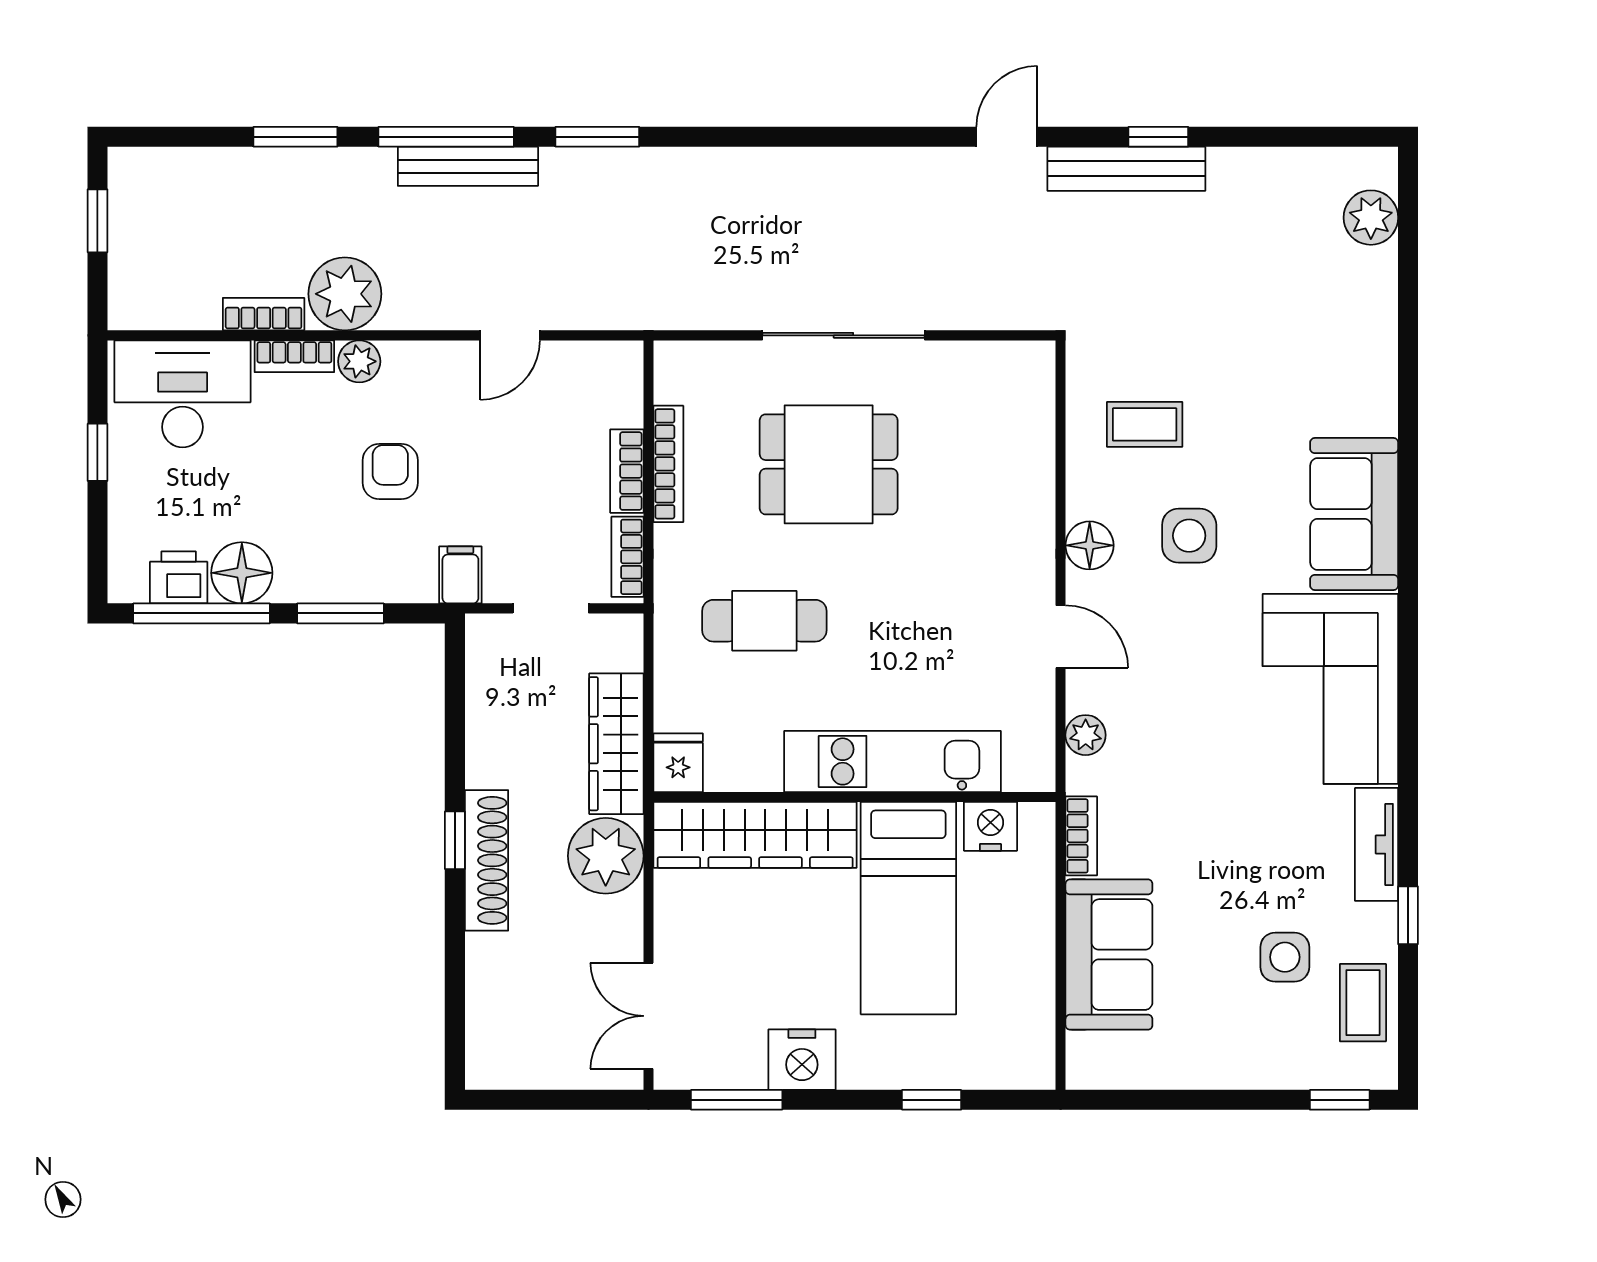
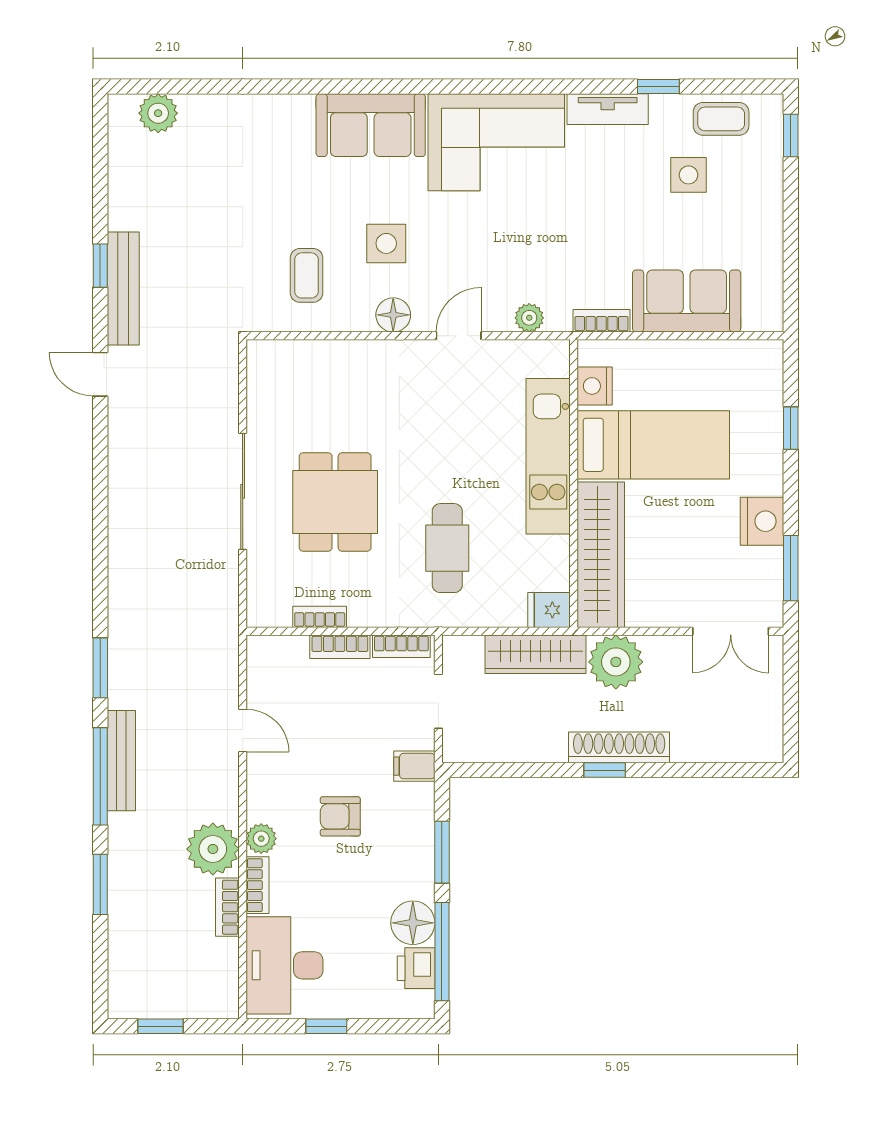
bookcase: (668, 464) -> (320, 617), width x0.64

